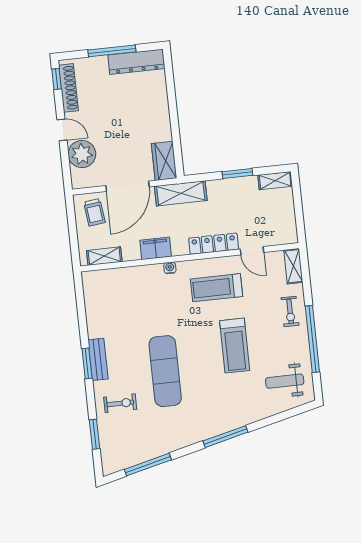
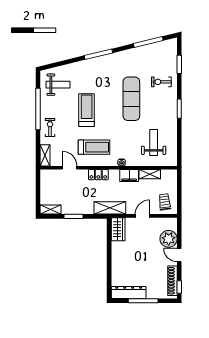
door: (127, 186) -> (142, 216), width x0.53
locker: (214, 244) -> (98, 175), width x0.66
shelving: (104, 256) -> (150, 174), moved
weight bench: (122, 305) -> (154, 142), added
bench: (98, 359) -> (172, 111), removed

